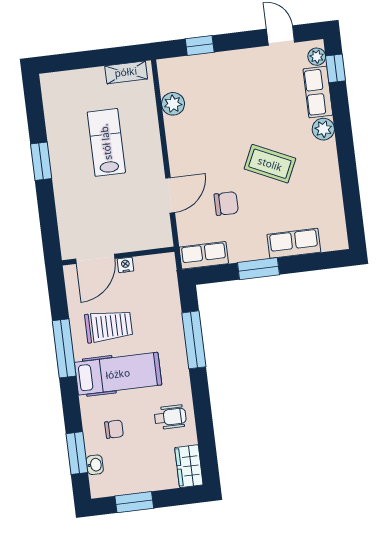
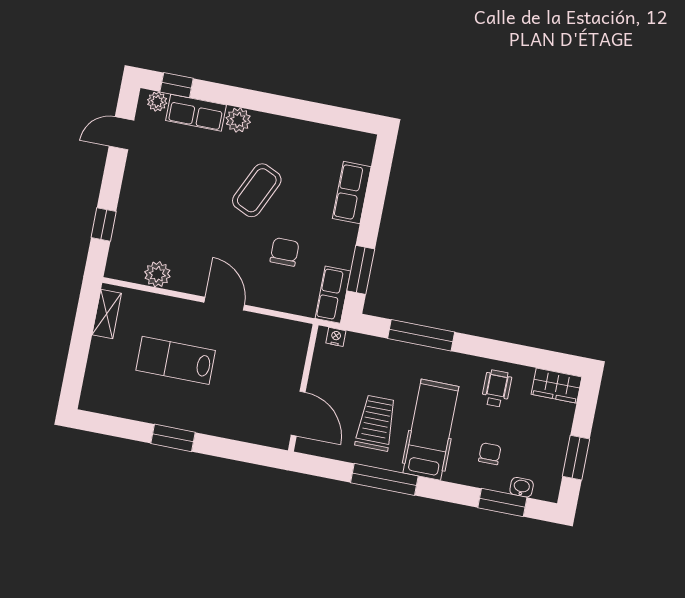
door: (170, 195) -> (224, 304), moved
nightstand: (125, 265) -> (336, 337), moved, turned 90
window: (258, 269) -> (361, 270), moved

